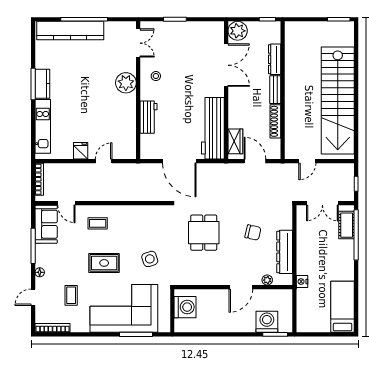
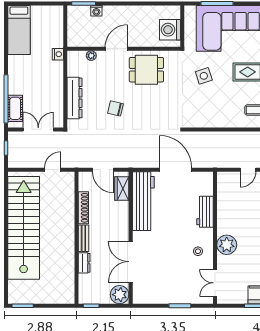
dresser: (275, 59) -> (84, 263), width x0.70
dining table: (204, 233) -> (146, 70), moved, turned 90
chair: (253, 233) -> (115, 108), moved
dresser: (285, 252) -> (74, 98), moved
washing machine: (267, 322) -> (96, 11), width x0.53, depth x0.53

